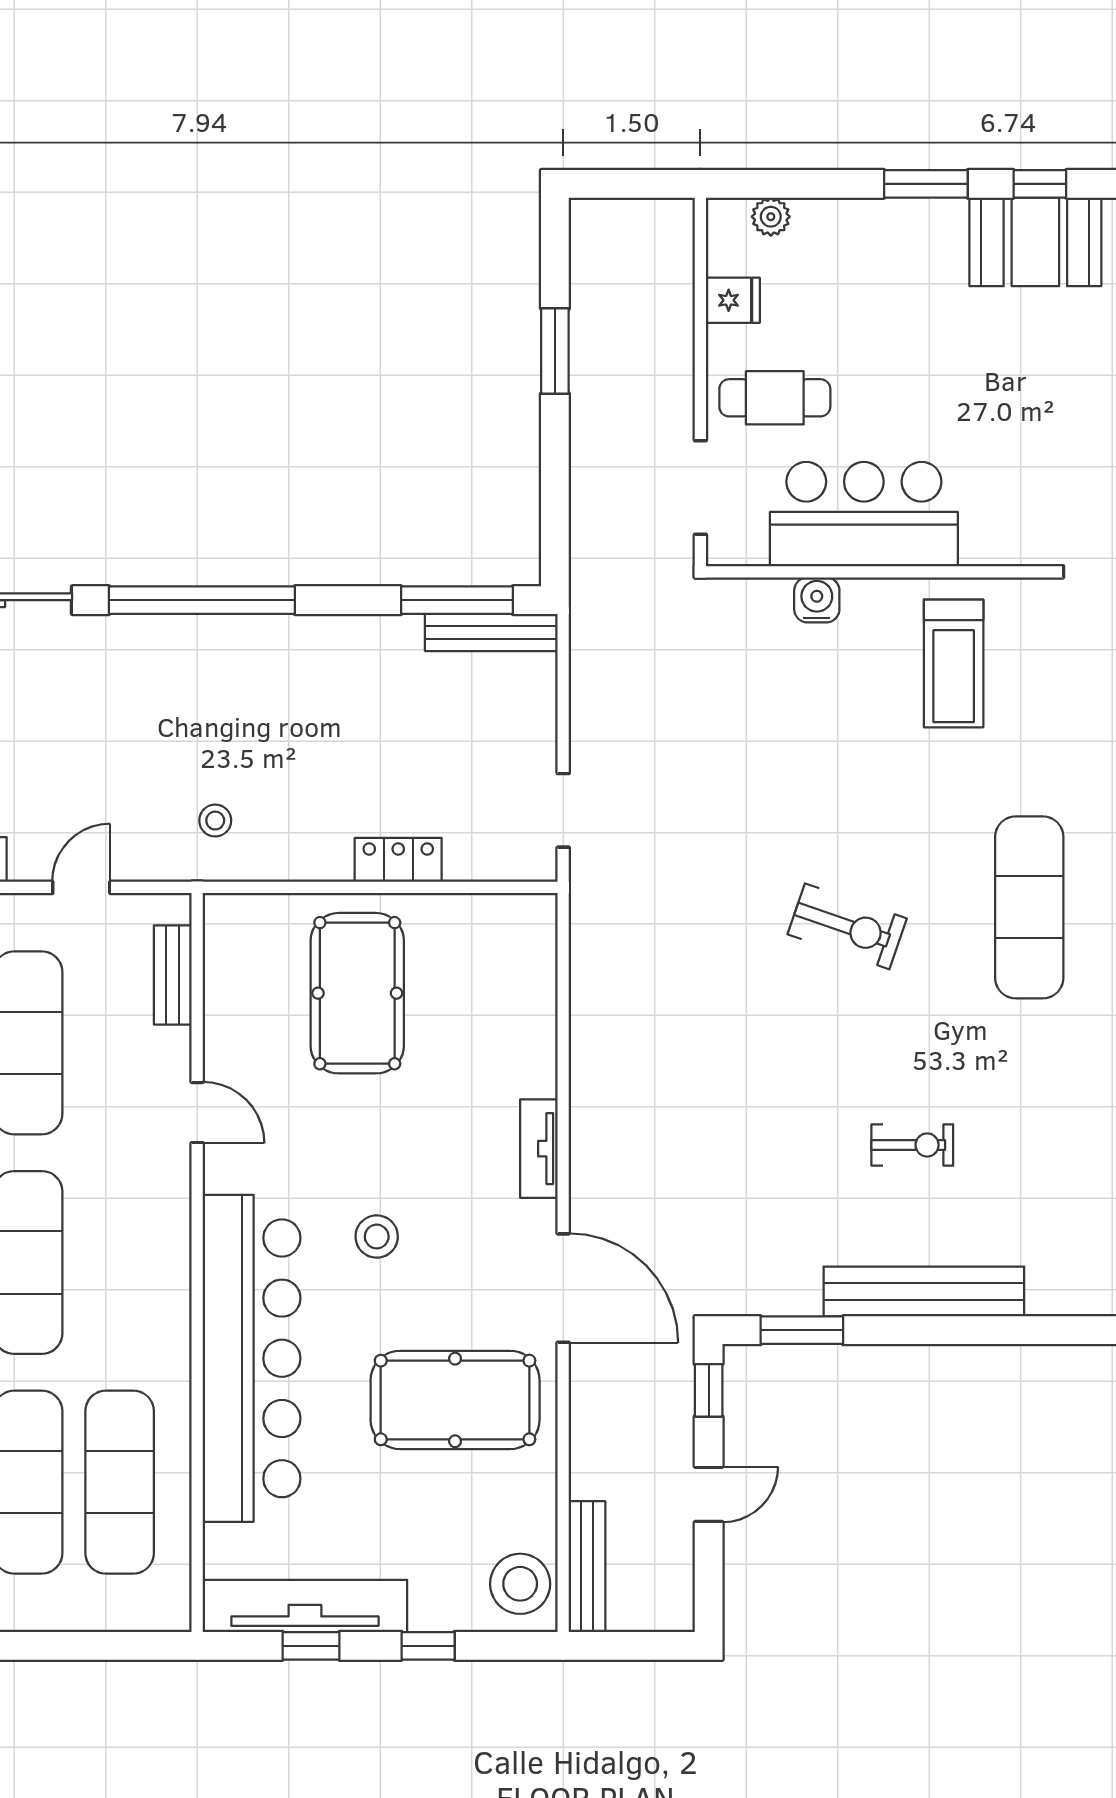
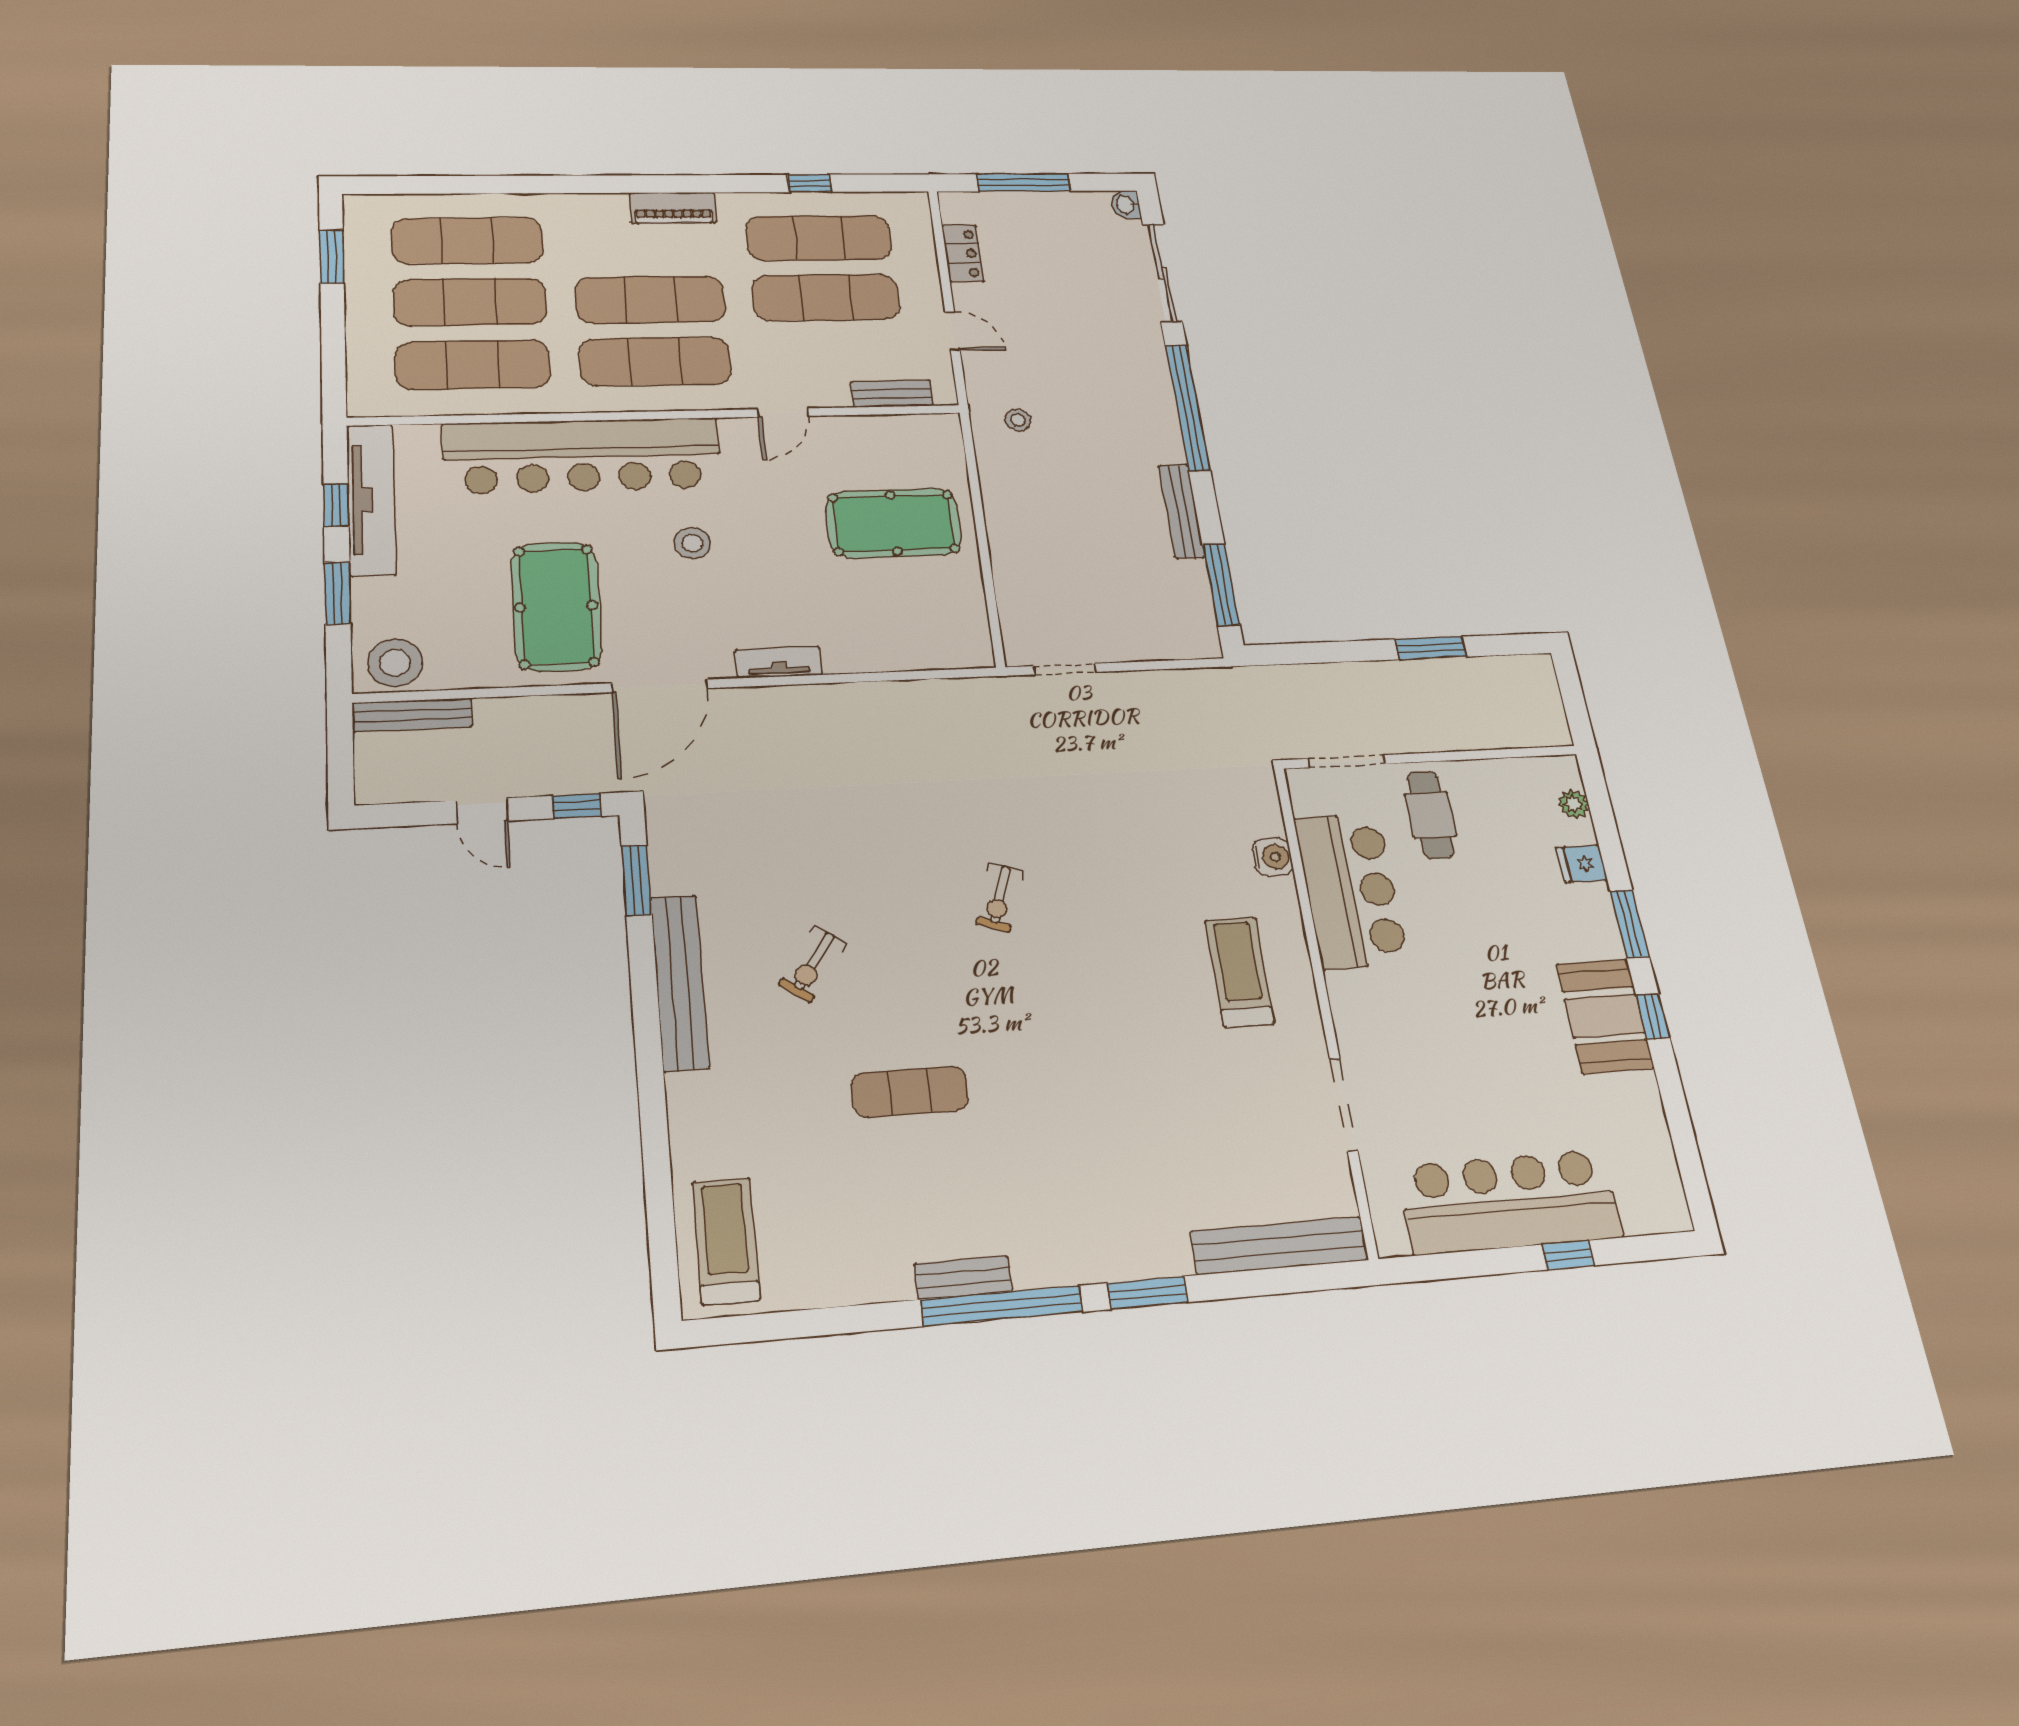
fridge: (733, 300) -> (1582, 864), moved, turned 90
bench: (491, 632) -> (1182, 511), moved
treadmill: (954, 663) -> (1240, 972), turned 90
locker: (398, 860) -> (1006, 549), removed
exercise mat: (1029, 907) -> (910, 1092), moved, width x0.73, depth x0.69
exercise bike: (847, 926) -> (1000, 898), width x0.73, depth x0.72
exercise bike: (912, 1145) -> (813, 964), turned 35
exercise mat: (120, 1262) -> (655, 362), added
window: (428, 1646) -> (338, 593), width x1.50

